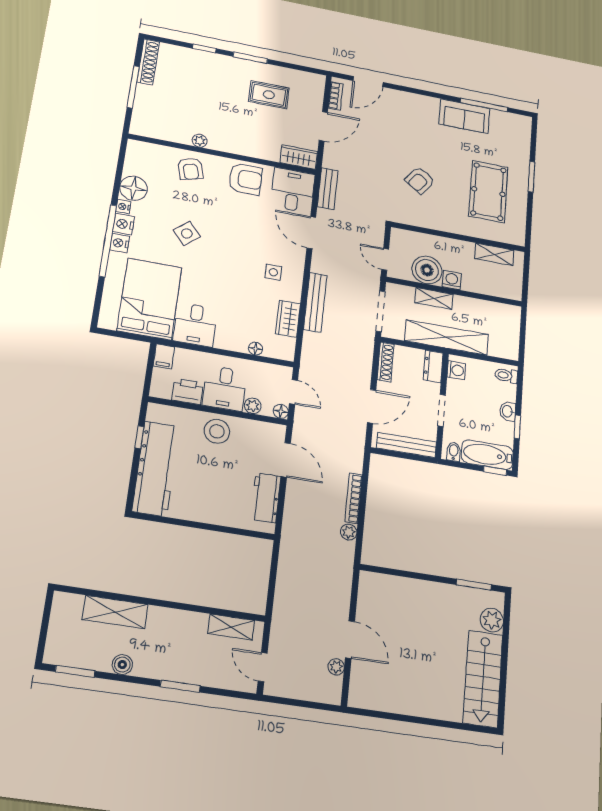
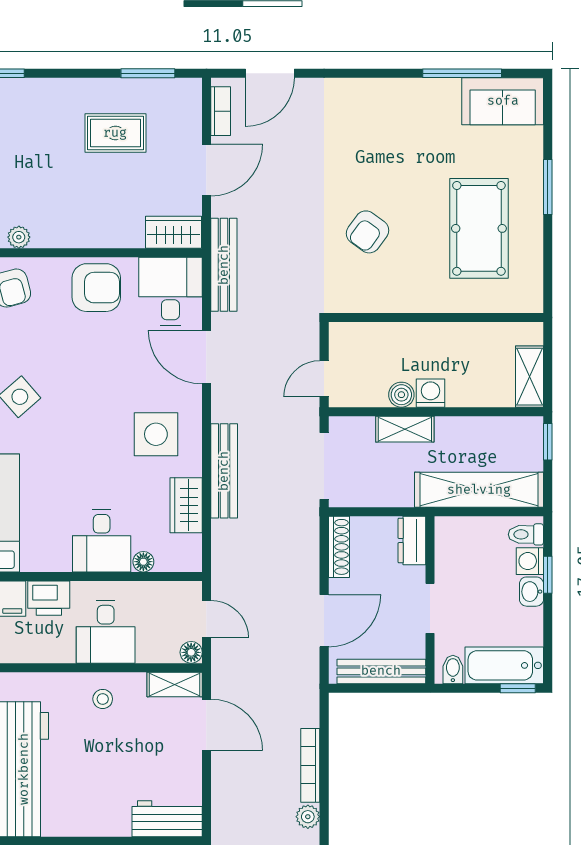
window: (250, 58) -> (148, 73), moved
sofa: (464, 116) -> (503, 101), moved
bench: (328, 189) -> (224, 265), width x1.36
shelving: (494, 254) -> (530, 377), moved, turned 90
door: (385, 259) -> (324, 379), hinge flipped
boiler: (427, 270) -> (401, 395), width x0.54, depth x0.54
side table: (273, 272) -> (156, 434), width x1.87, depth x1.87
window: (523, 322) -> (548, 442), added
desk: (195, 325) -> (102, 541), moved
shelving: (447, 338) -> (479, 490), moved
washing machine: (456, 370) -> (530, 561), moved, turned 180
printer: (188, 391) -> (49, 598), moved, turned 180
plant: (253, 406) -> (149, 651), removed
window: (517, 427) -> (548, 575), moved
shelving: (267, 430) -> (175, 684), added
stool: (217, 431) -> (103, 699), width x0.53, depth x0.53
workbench: (266, 498) -> (167, 819), moved, turned 90

